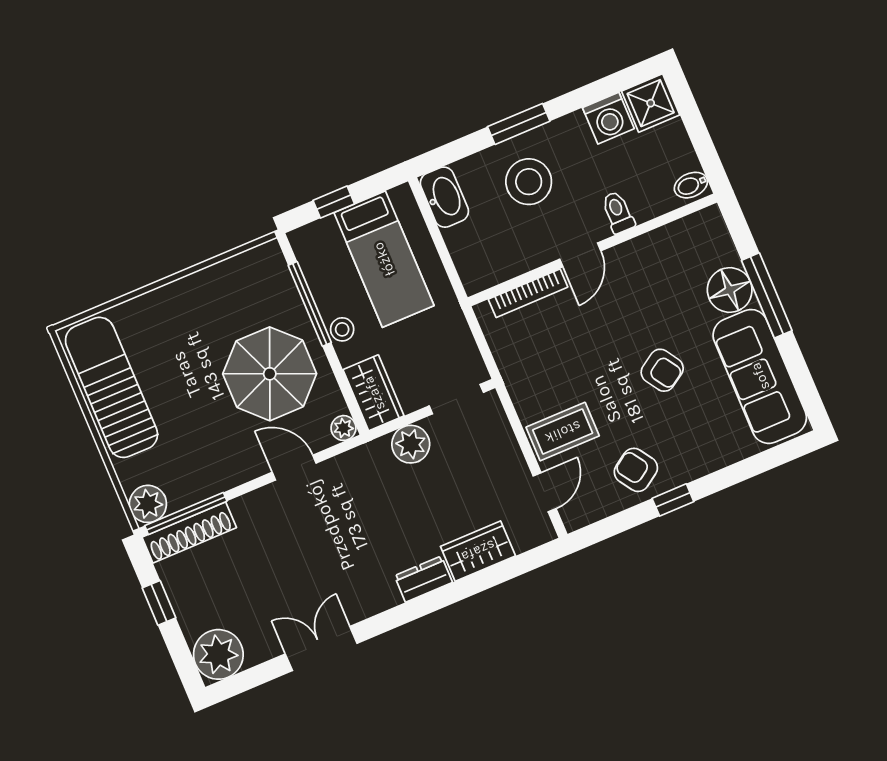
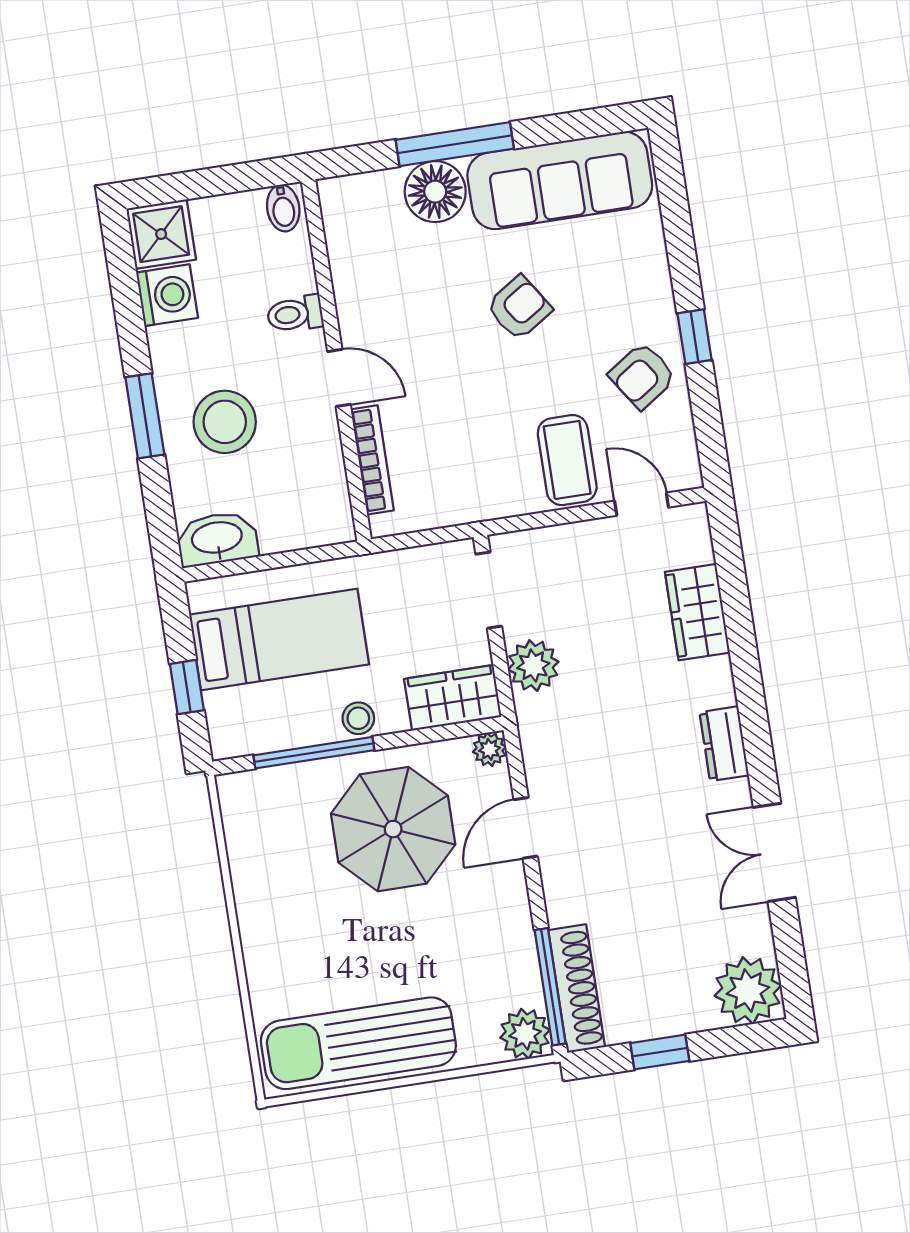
dresser: (423, 579) -> (724, 744), moved

